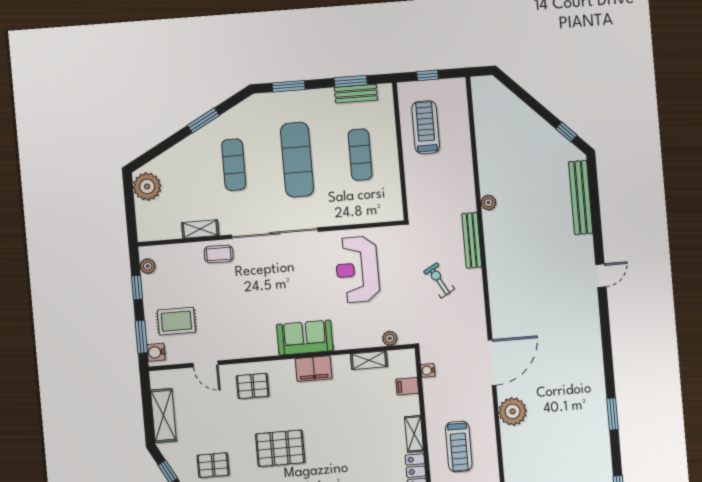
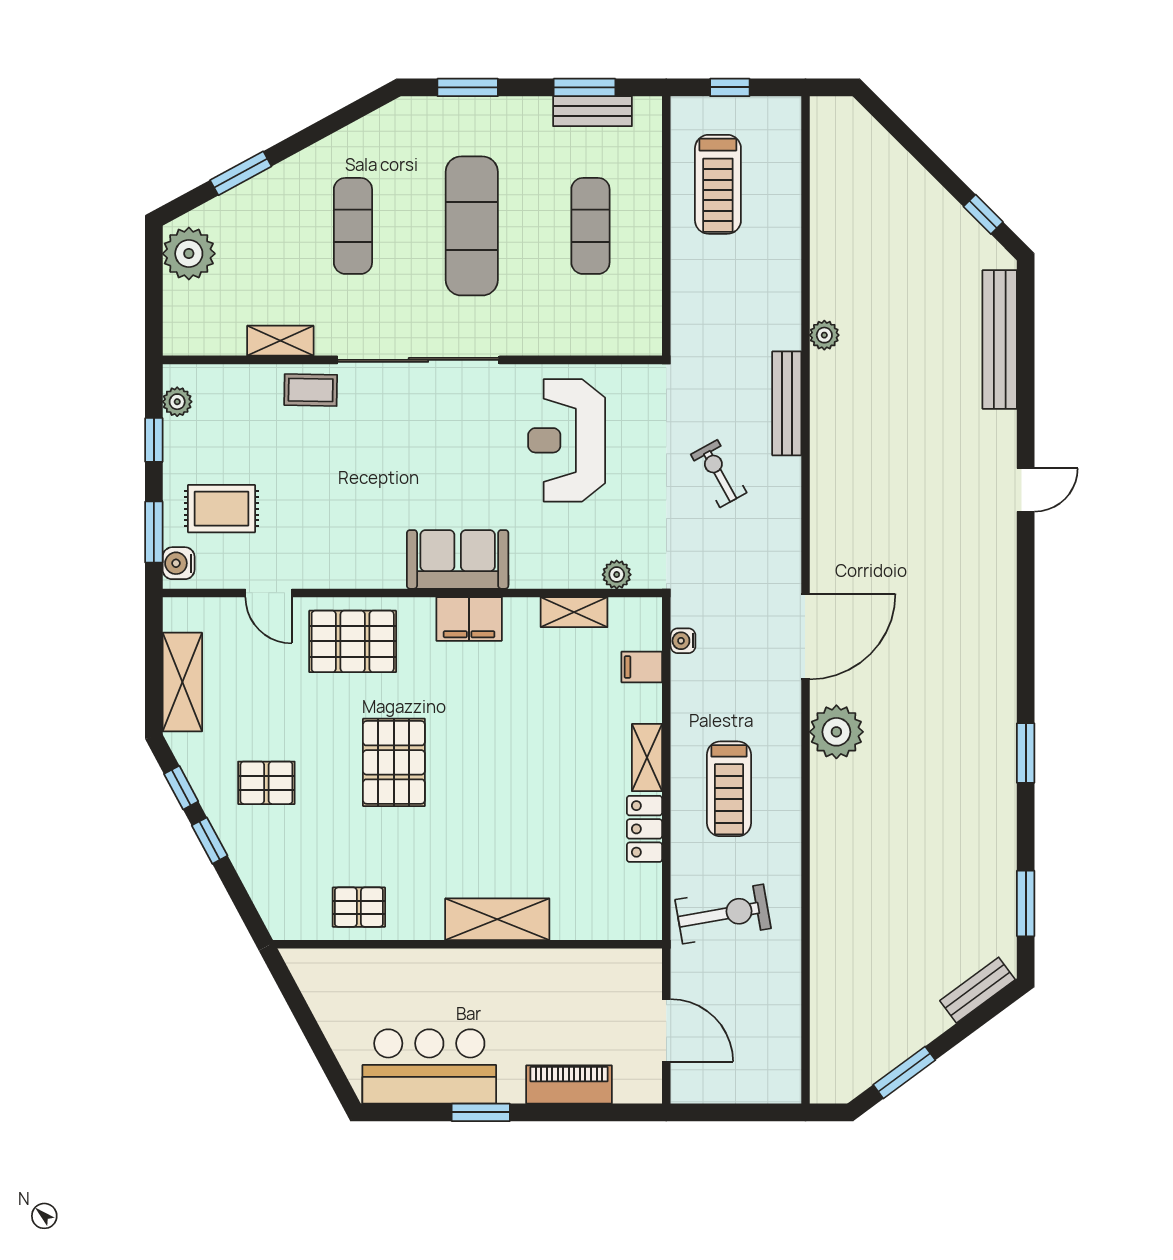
window: (203, 120) -> (241, 173), moved
treadmill: (426, 127) -> (718, 184), turned 180
pallet: (253, 386) -> (353, 641), width x1.50, depth x1.42
pallet: (280, 448) -> (394, 762), turned 90

